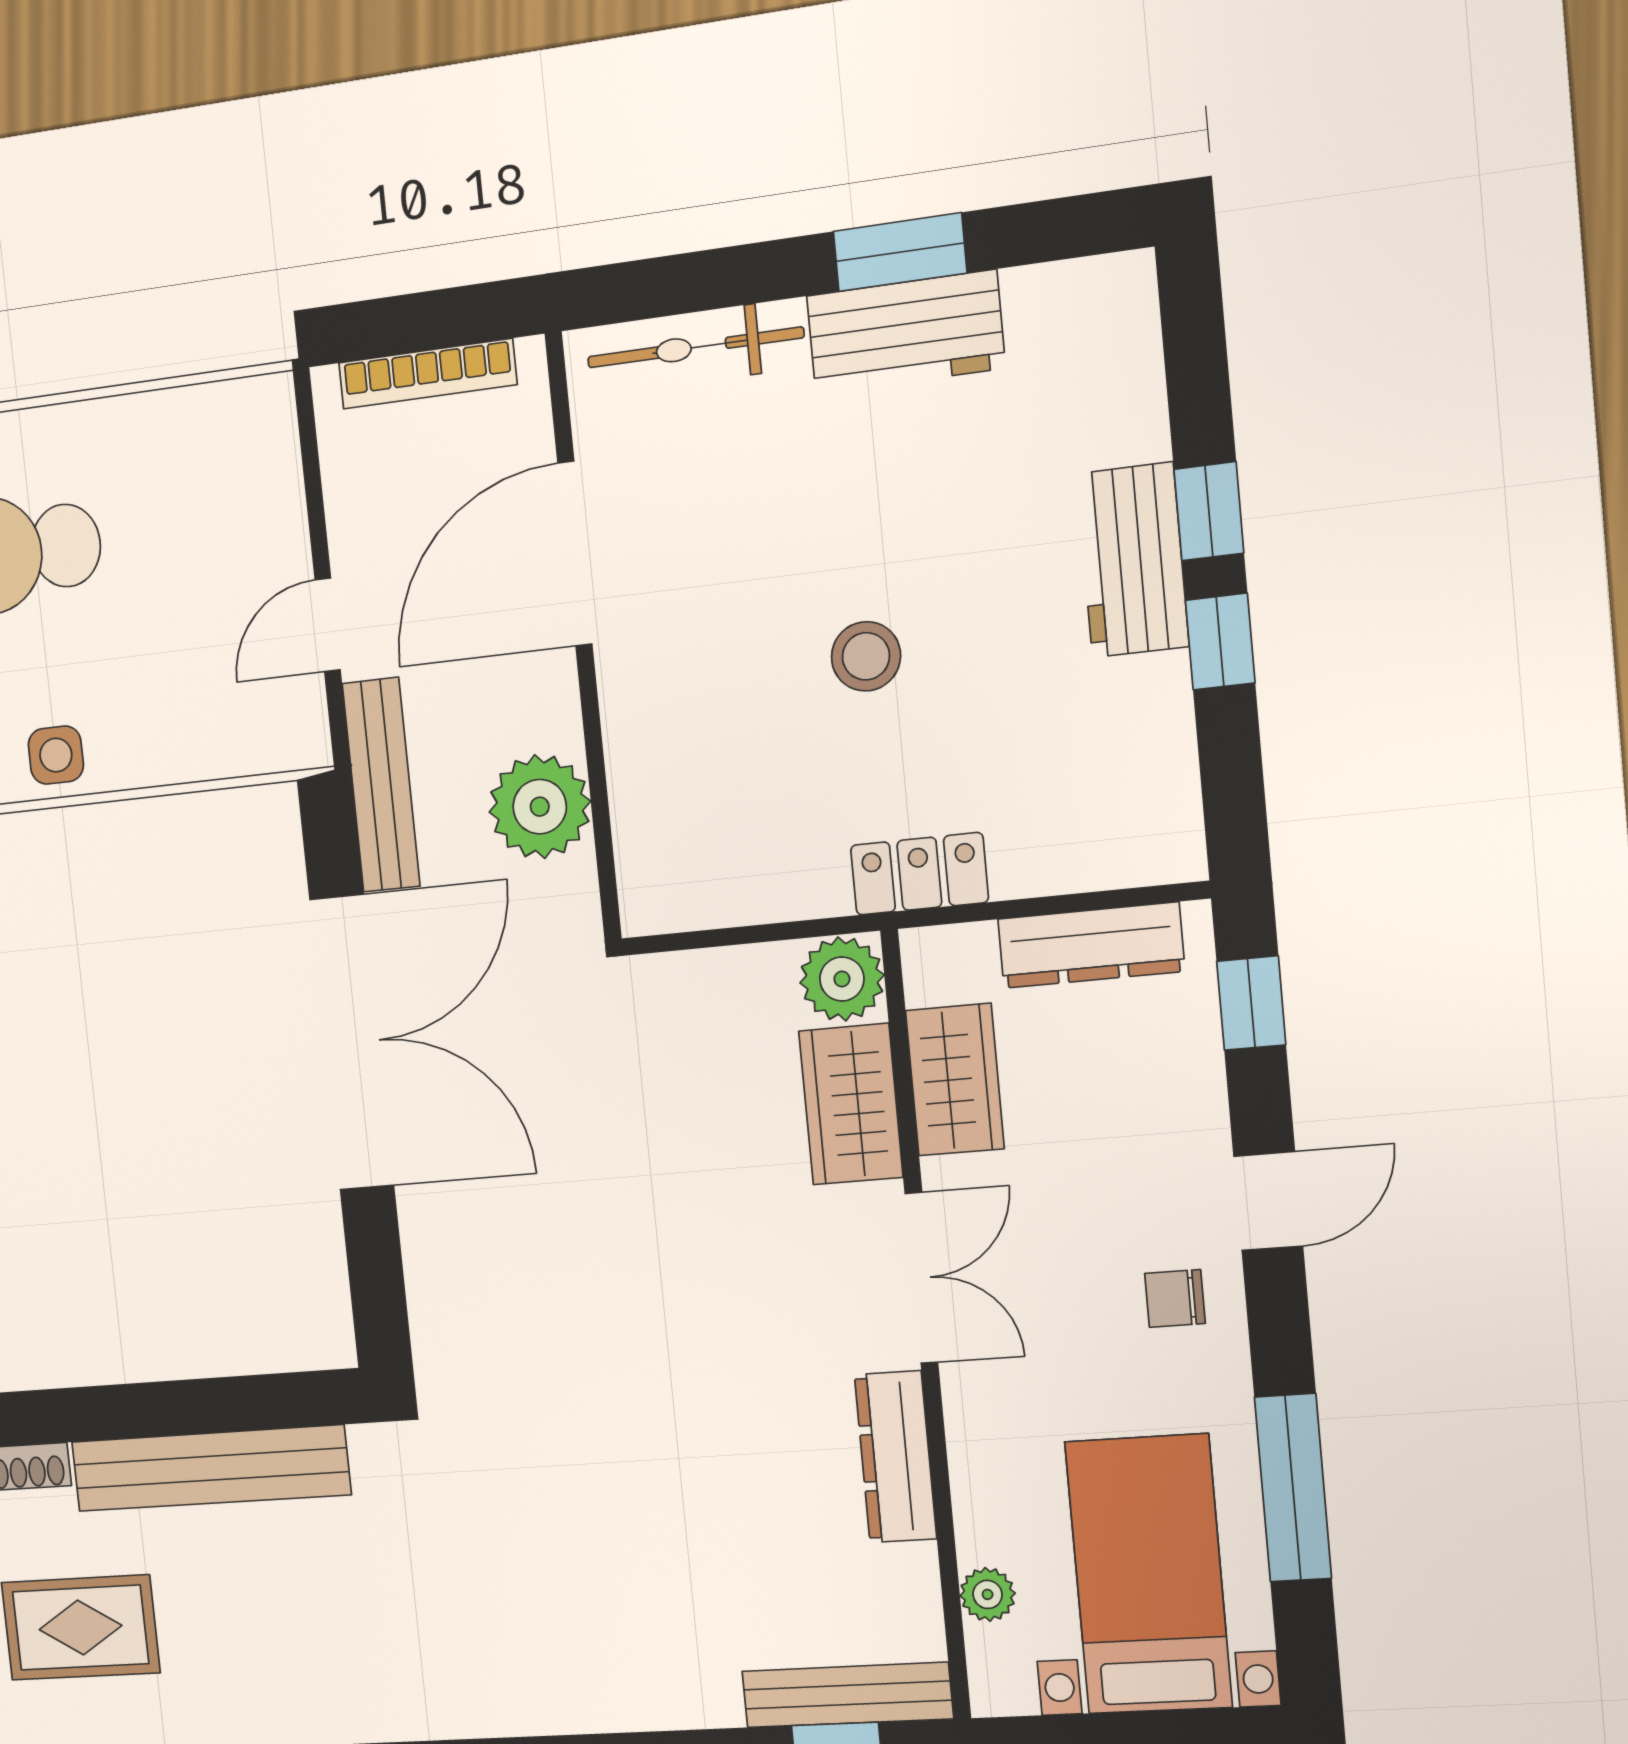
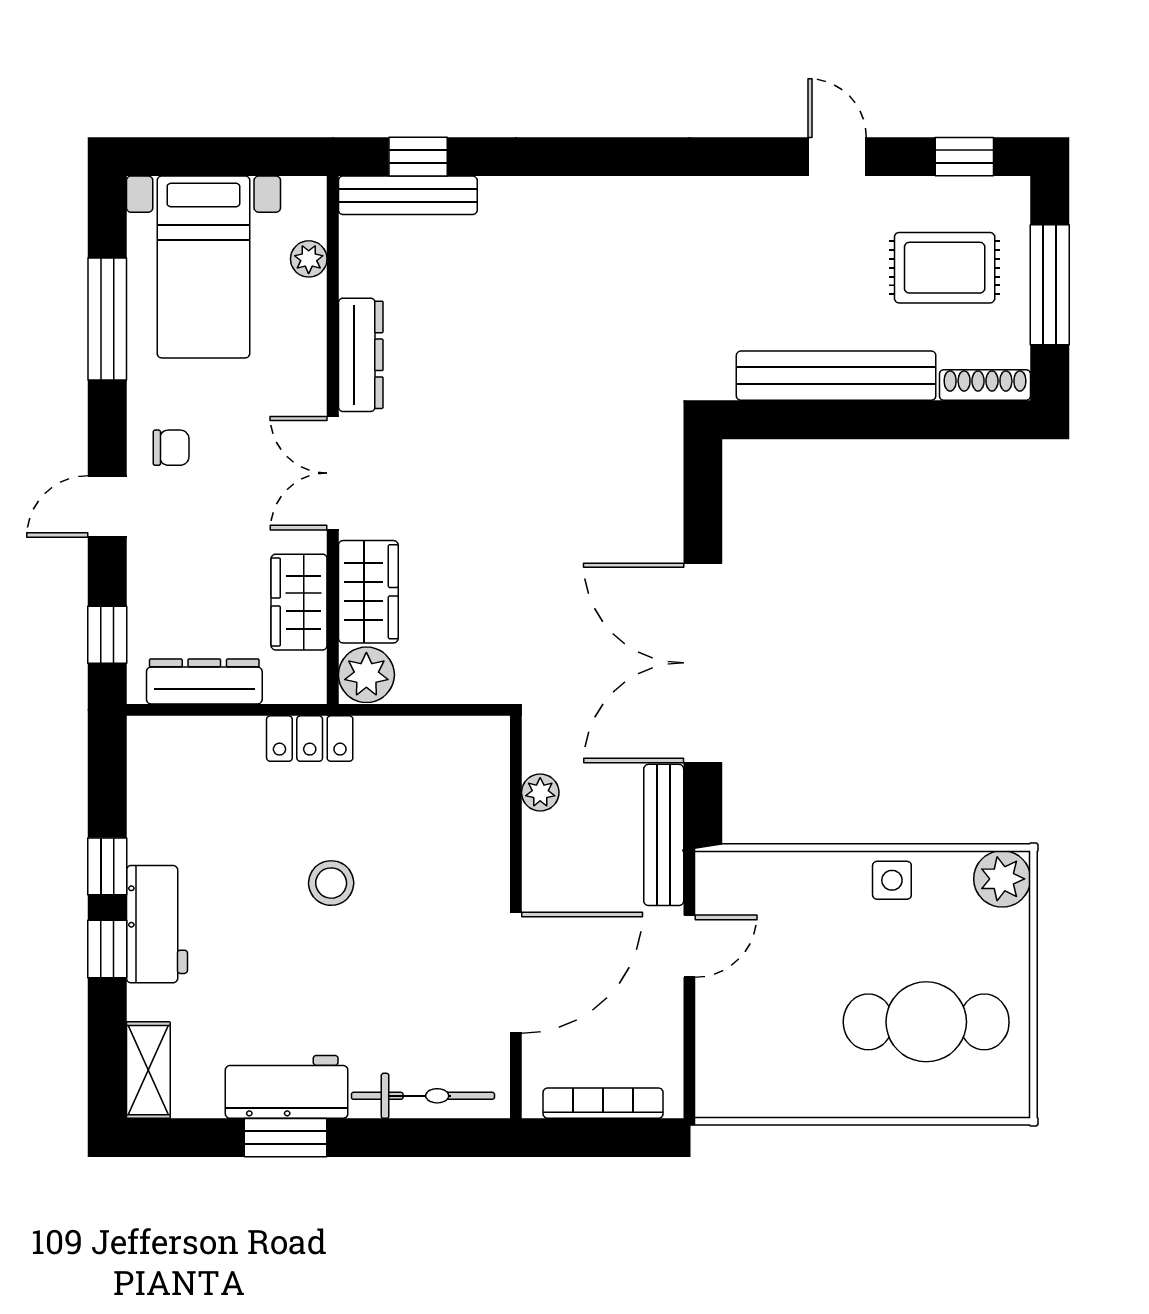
shelving: (1126, 328) -> (148, 1070), added
plant: (540, 807) -> (540, 792), width x0.53, depth x0.53

